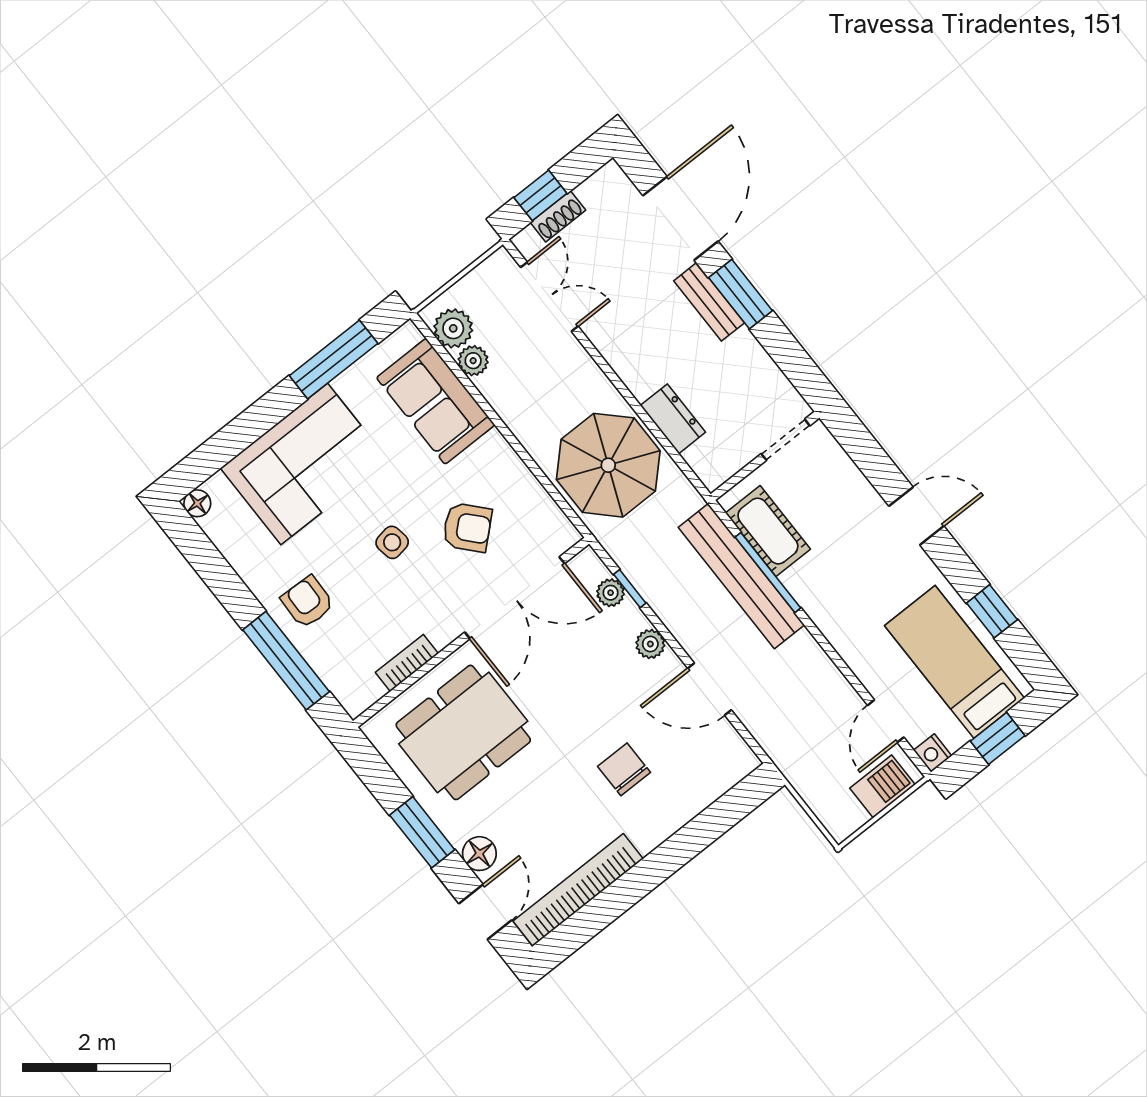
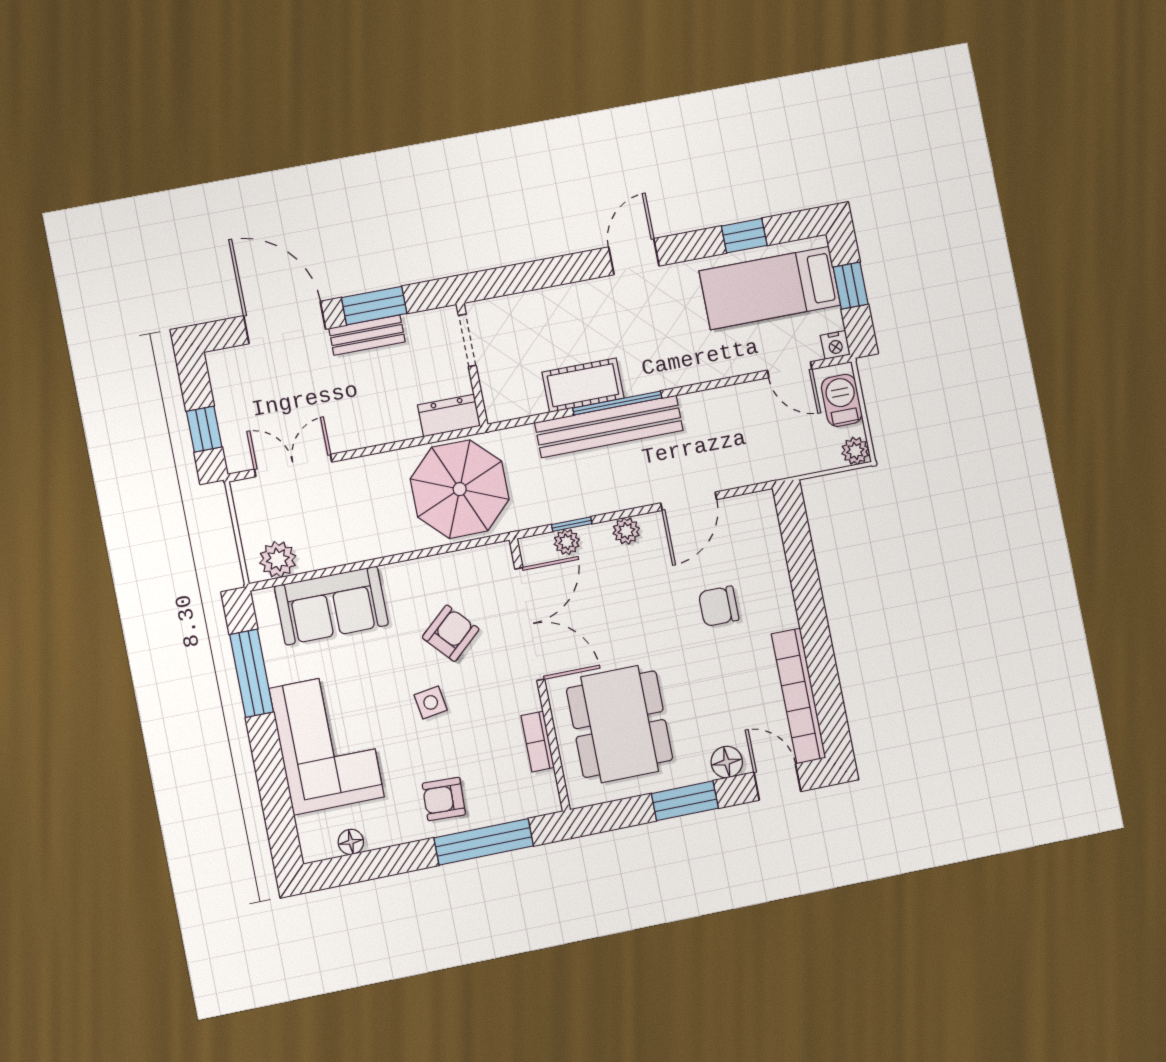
shoe rack: (558, 216) -> (229, 424), removed
plant: (473, 361) -> (855, 451), moved
doorway: (786, 440) -> (467, 340), moved
wall: (765, 456) -> (472, 364), moved
floor lamp: (197, 503) -> (351, 842), moved

